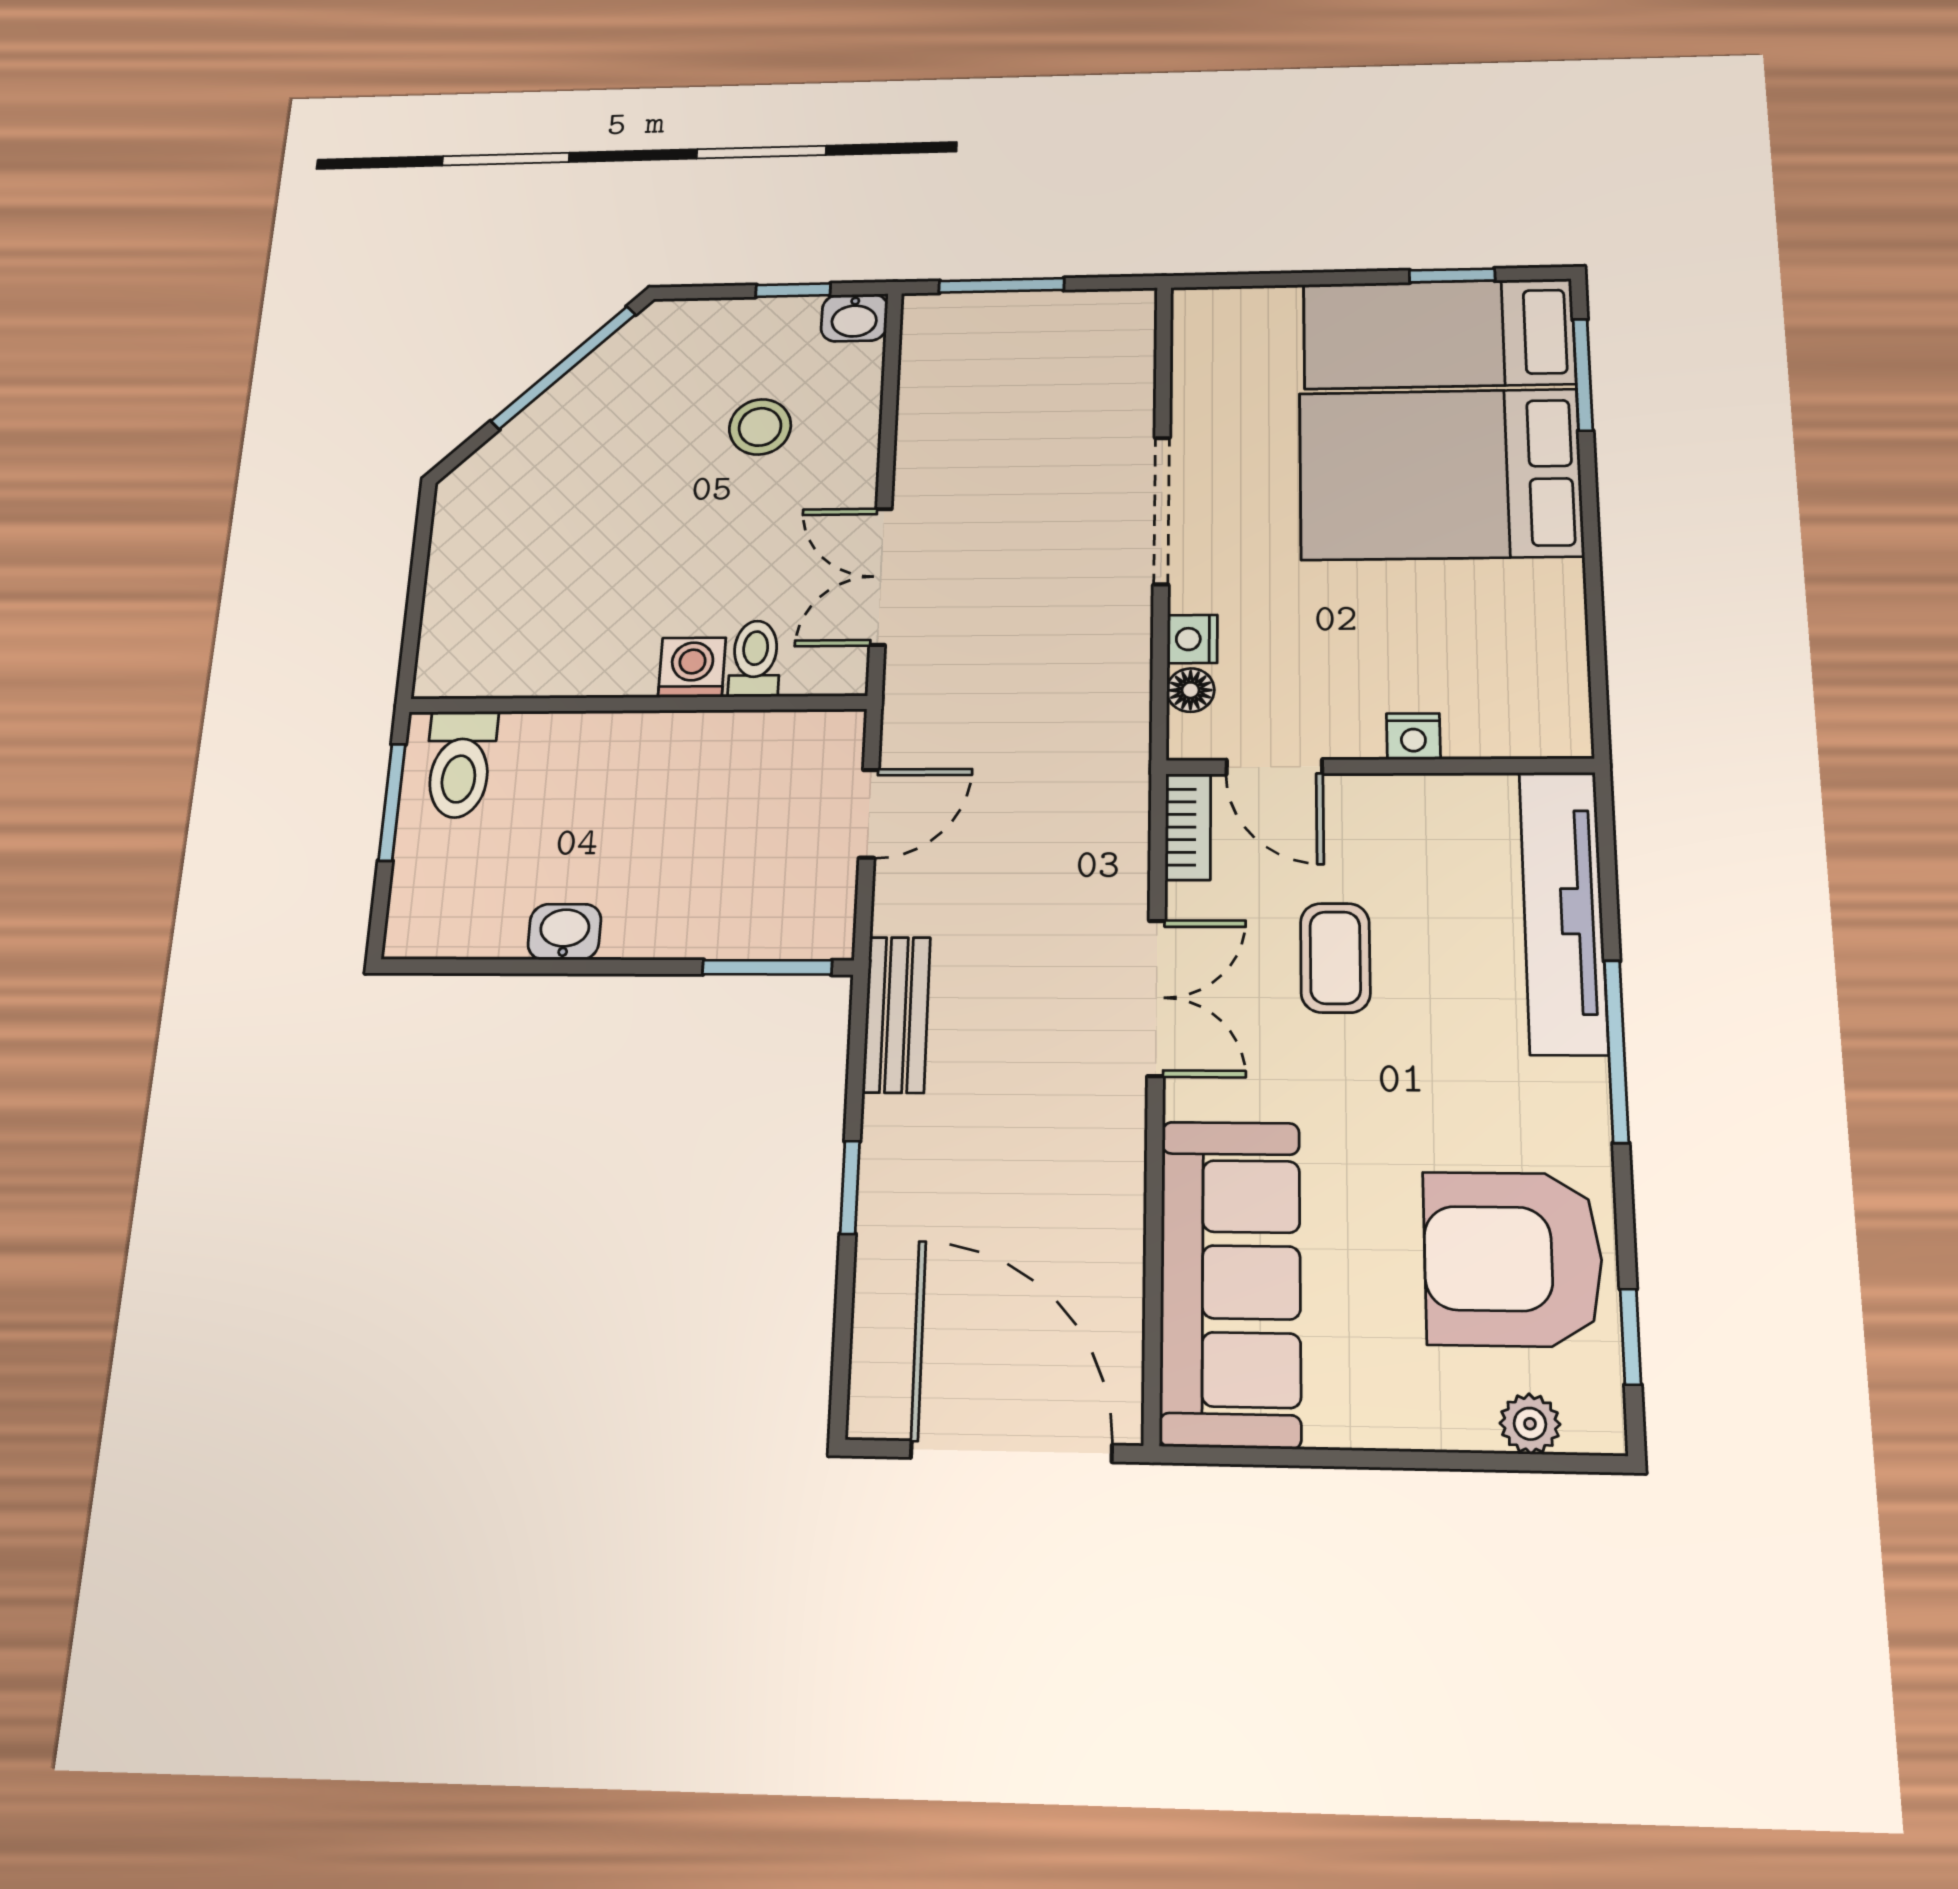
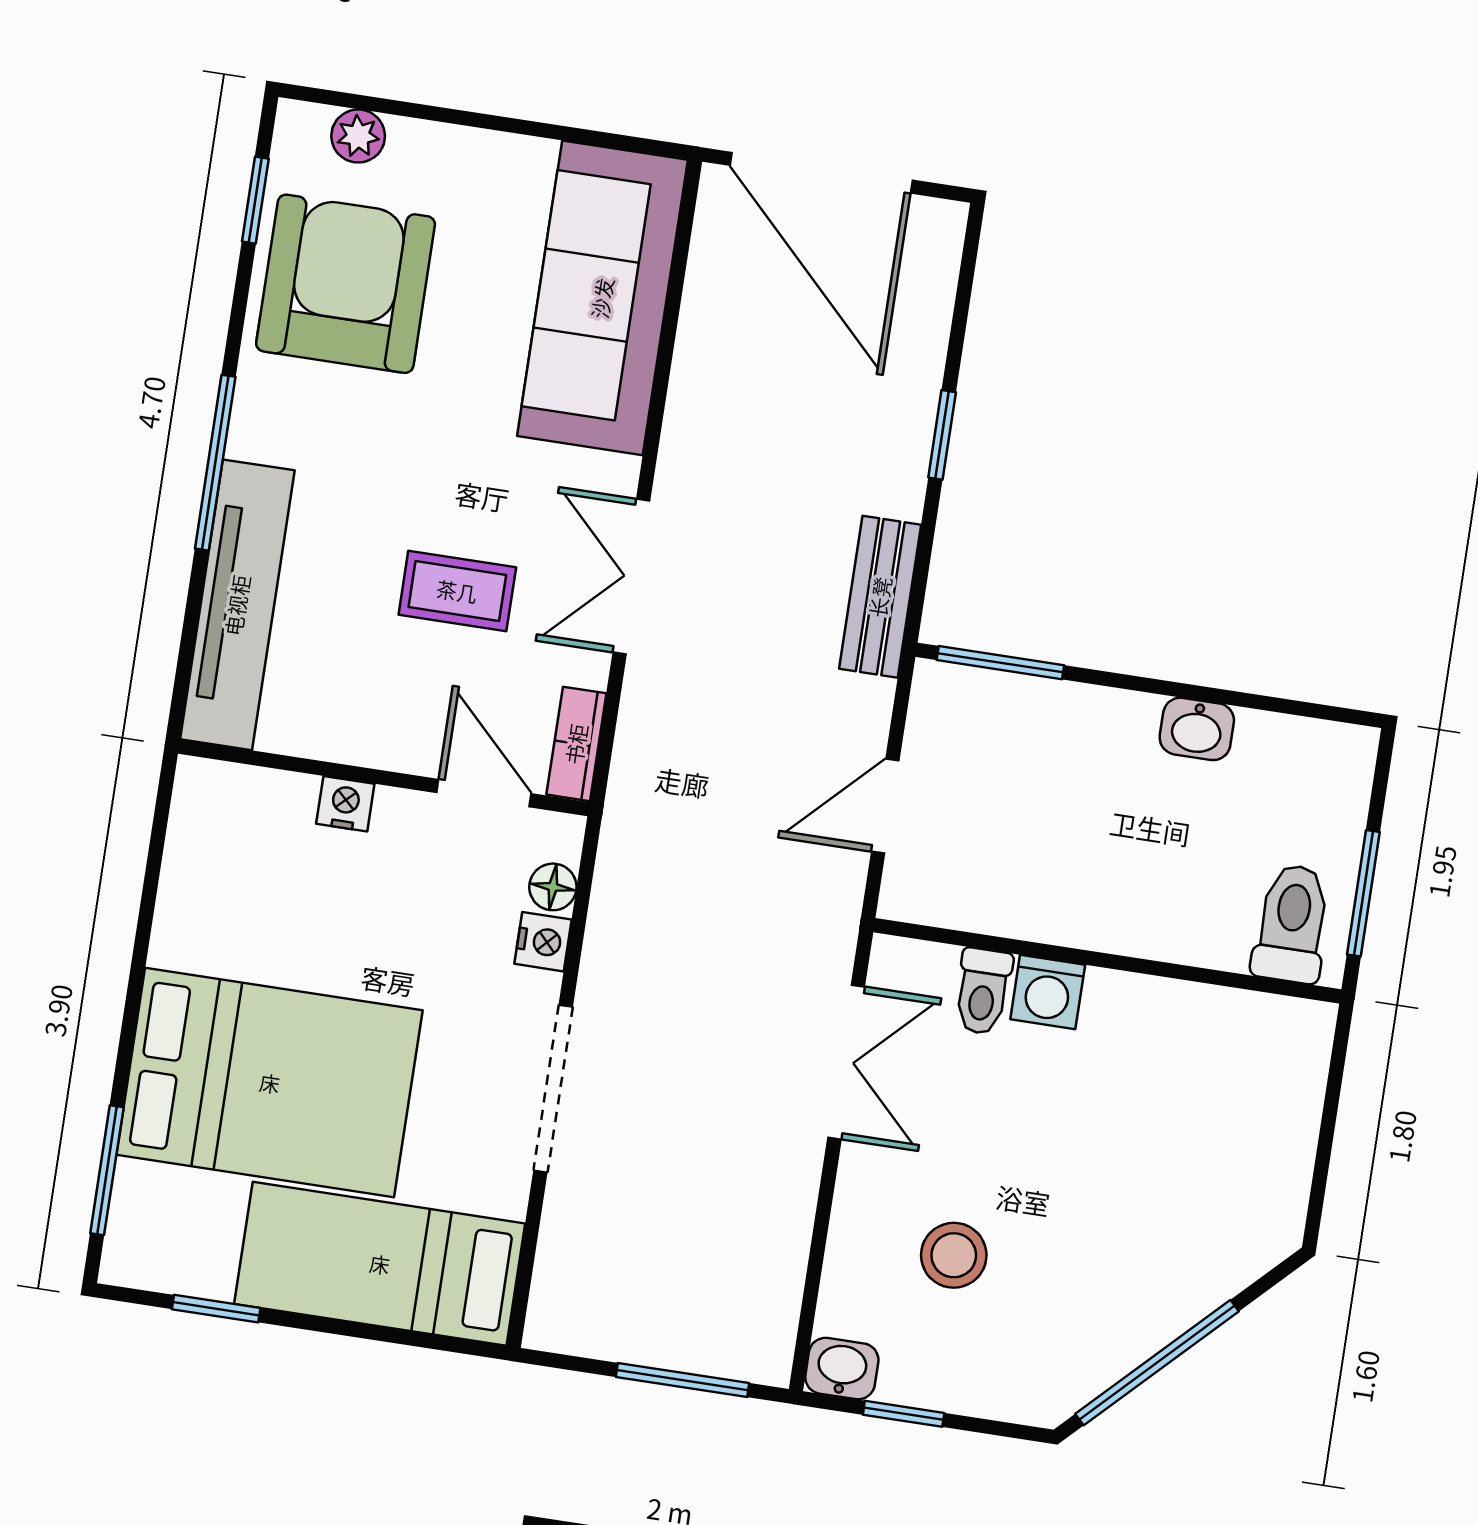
bed: (1438, 334) -> (380, 1264), moved, turned 180
coffee table: (1335, 958) -> (457, 591), turned 90
armchair: (1513, 1259) -> (346, 284), turned -90

